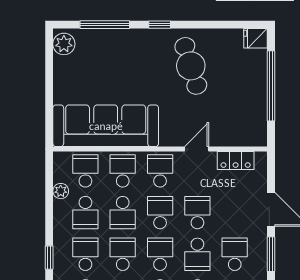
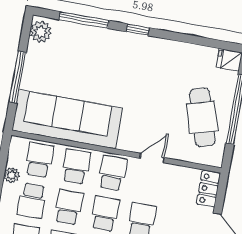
cafe table: (191, 66) -> (202, 117), moved
window: (49, 93) -> (18, 77), added
locker: (236, 160) -> (209, 189), moved, turned 90
school desk: (123, 213) -> (69, 207), turned 180

